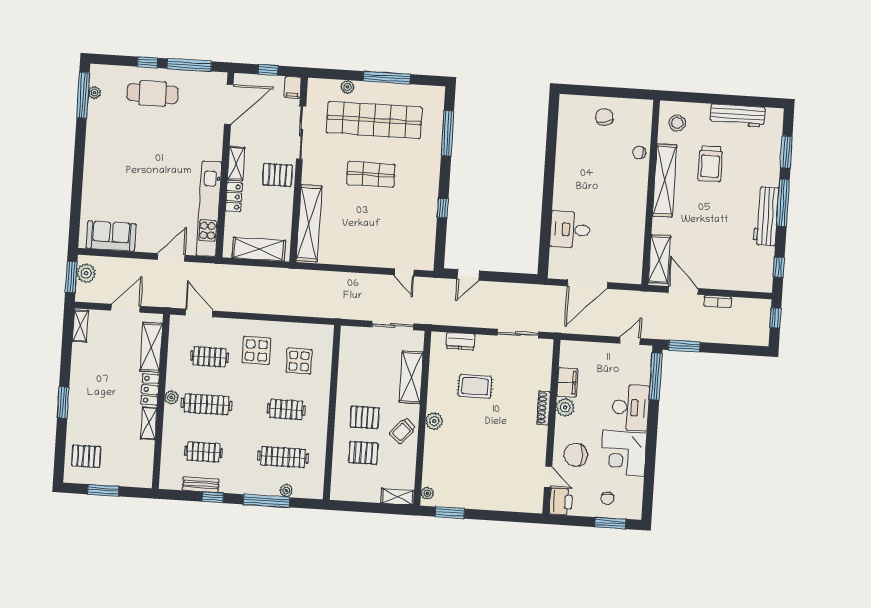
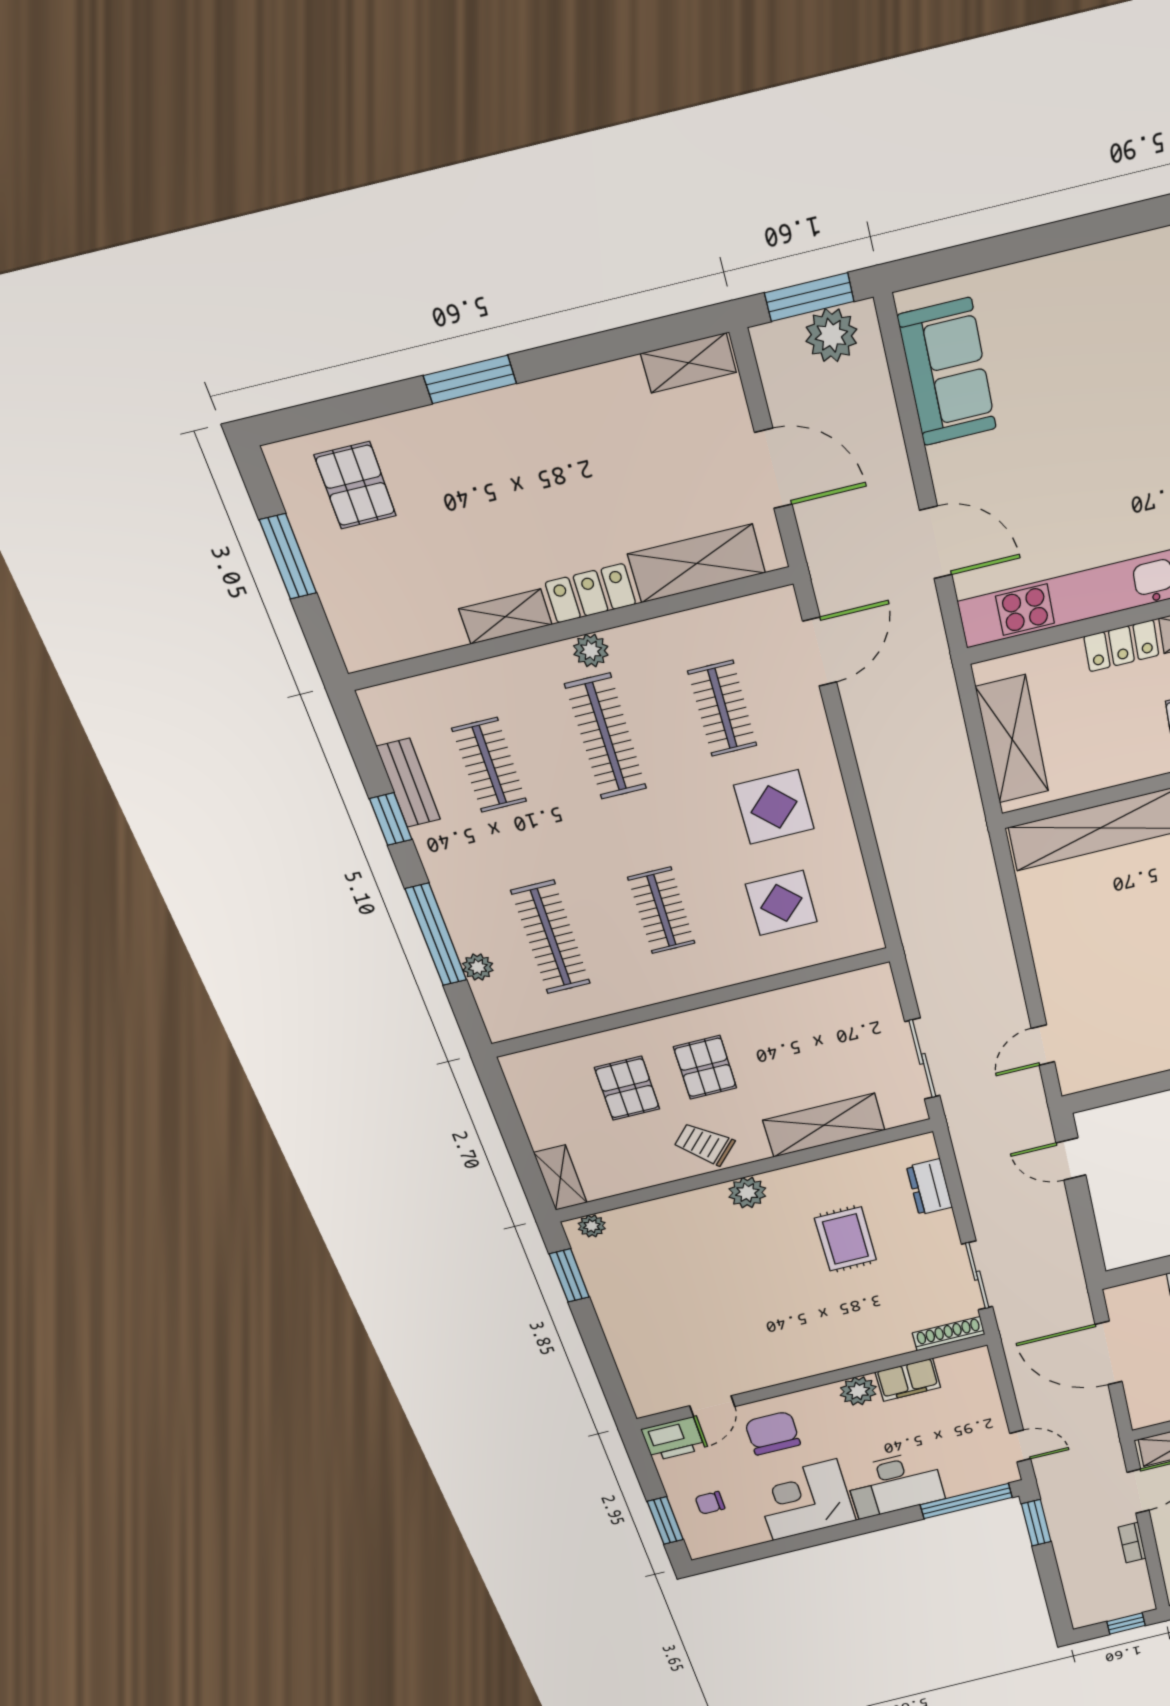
shoe rack: (543, 408) -> (949, 1334), moved

